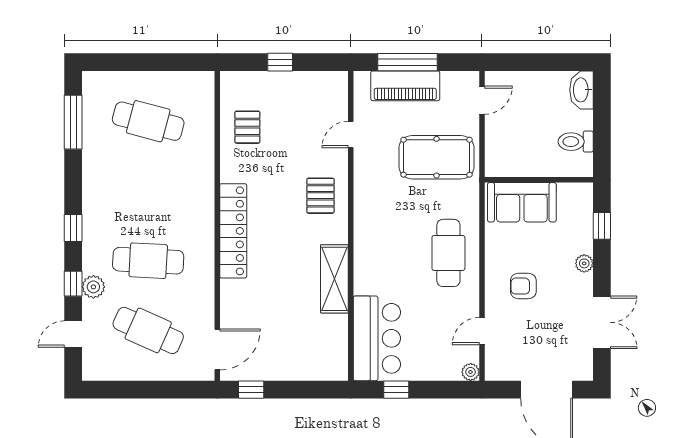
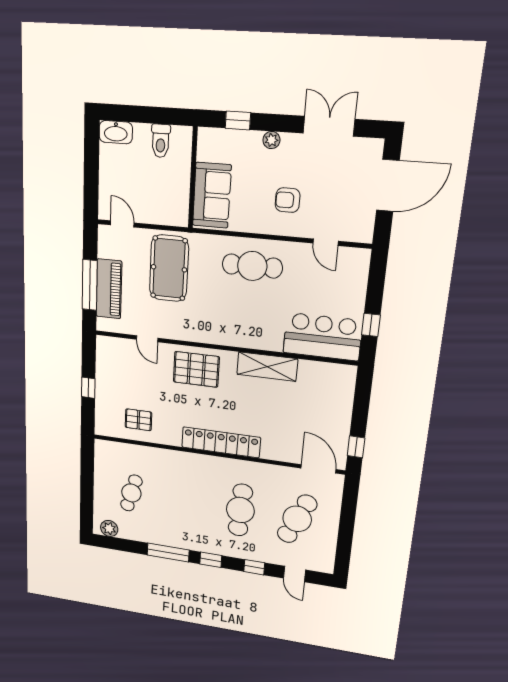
cafe table: (148, 121) -> (131, 493), width x0.73, depth x0.74
window: (73, 122) -> (168, 553), moved
pallet: (320, 196) -> (196, 369), width x1.50, depth x1.42
armchair: (523, 286) -> (288, 200), turned 90
plant: (93, 287) -> (109, 528), moved
plant: (471, 372) -> (362, 256), removed

